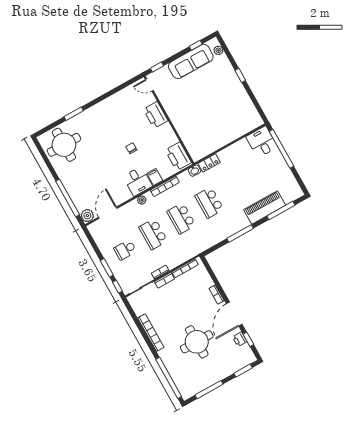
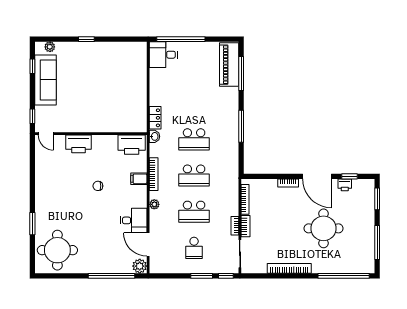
door: (149, 85) -> (46, 134), hinge flipped
desk: (138, 181) -> (134, 220), moved
piano: (265, 207) -> (229, 65), moved

